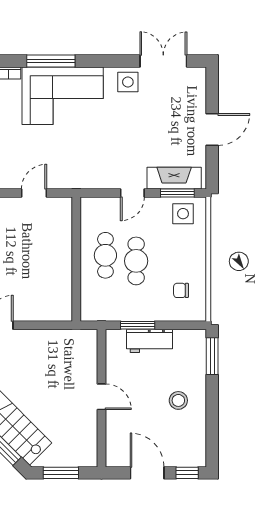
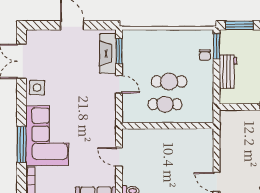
side table: (183, 214) -> (134, 47), removed
chair: (181, 290) -> (205, 55), moved
window: (138, 325) -> (217, 46), moved

